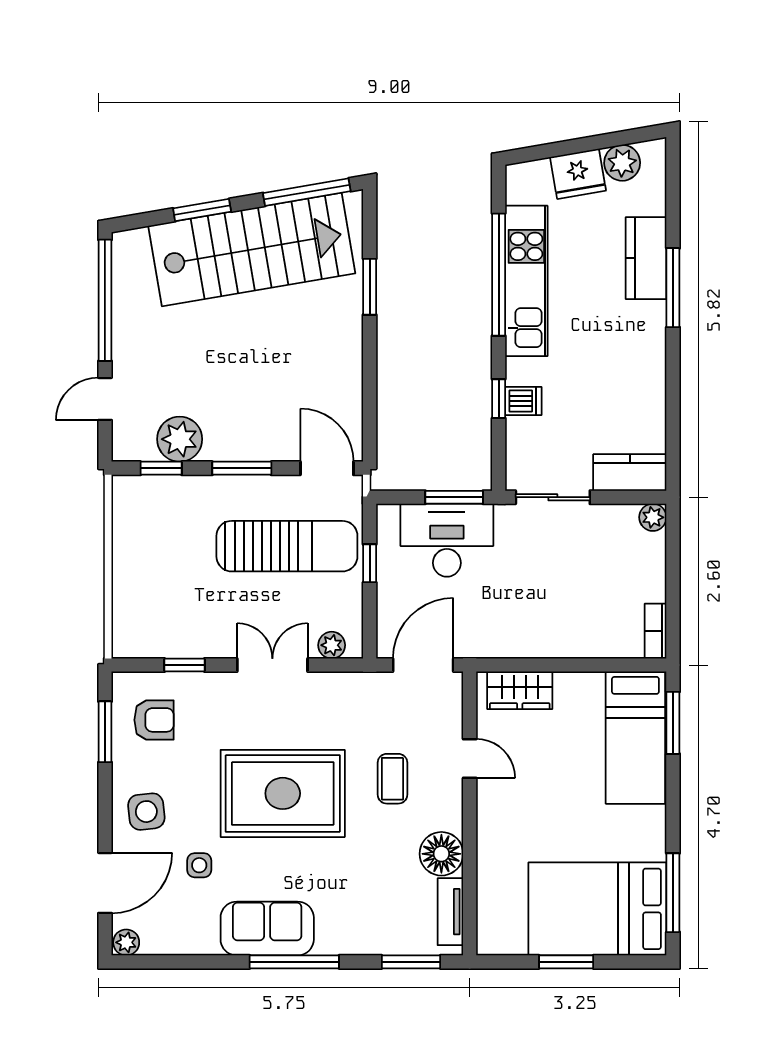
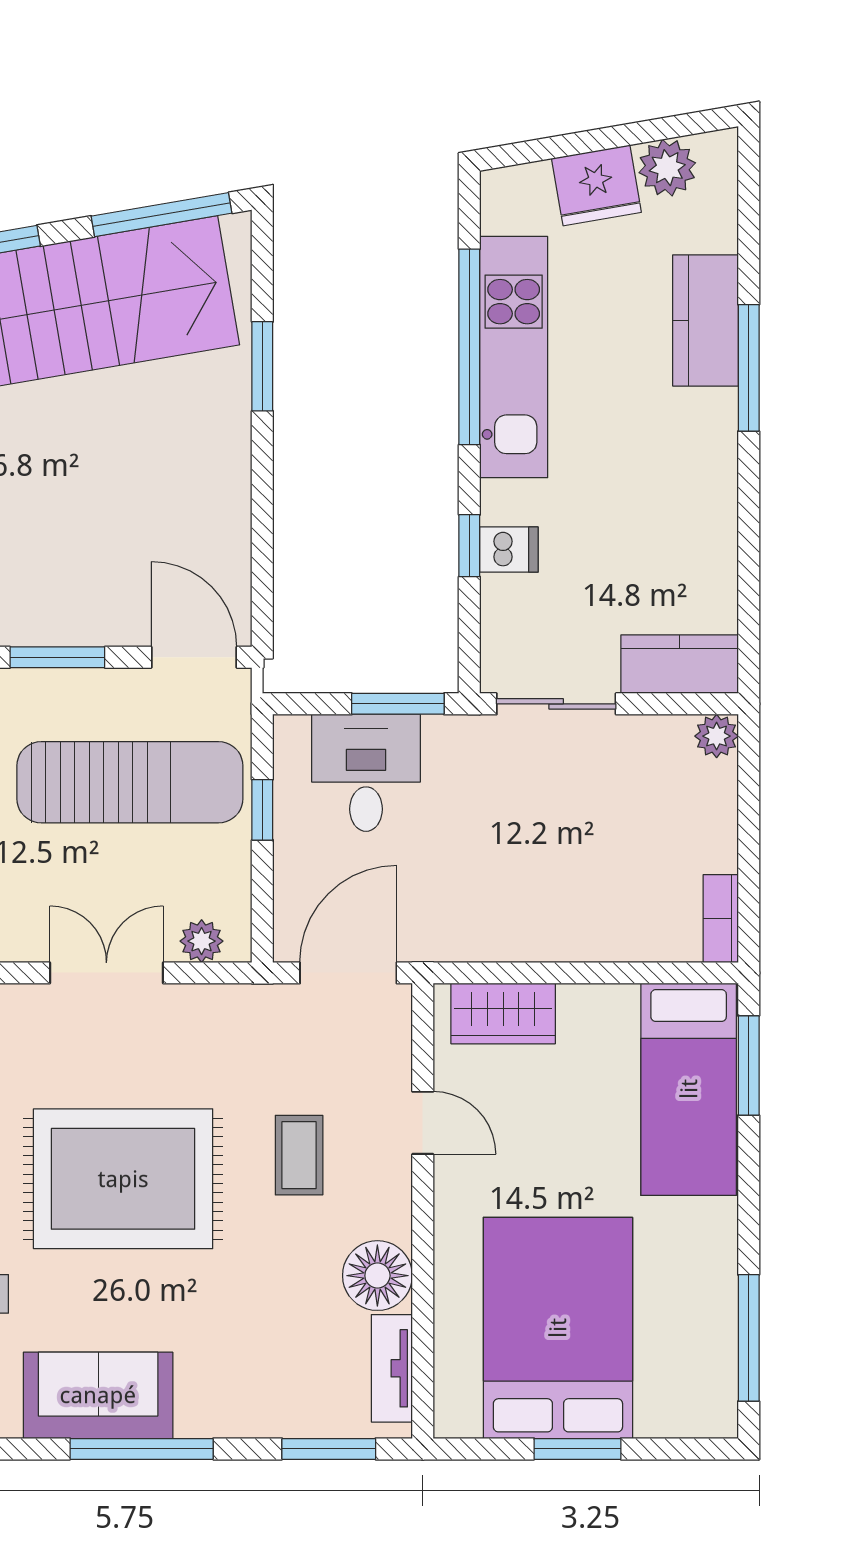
desk: (447, 540) -> (366, 773), width x0.73
bed: (597, 909) -> (558, 1328), moved, turned 90

